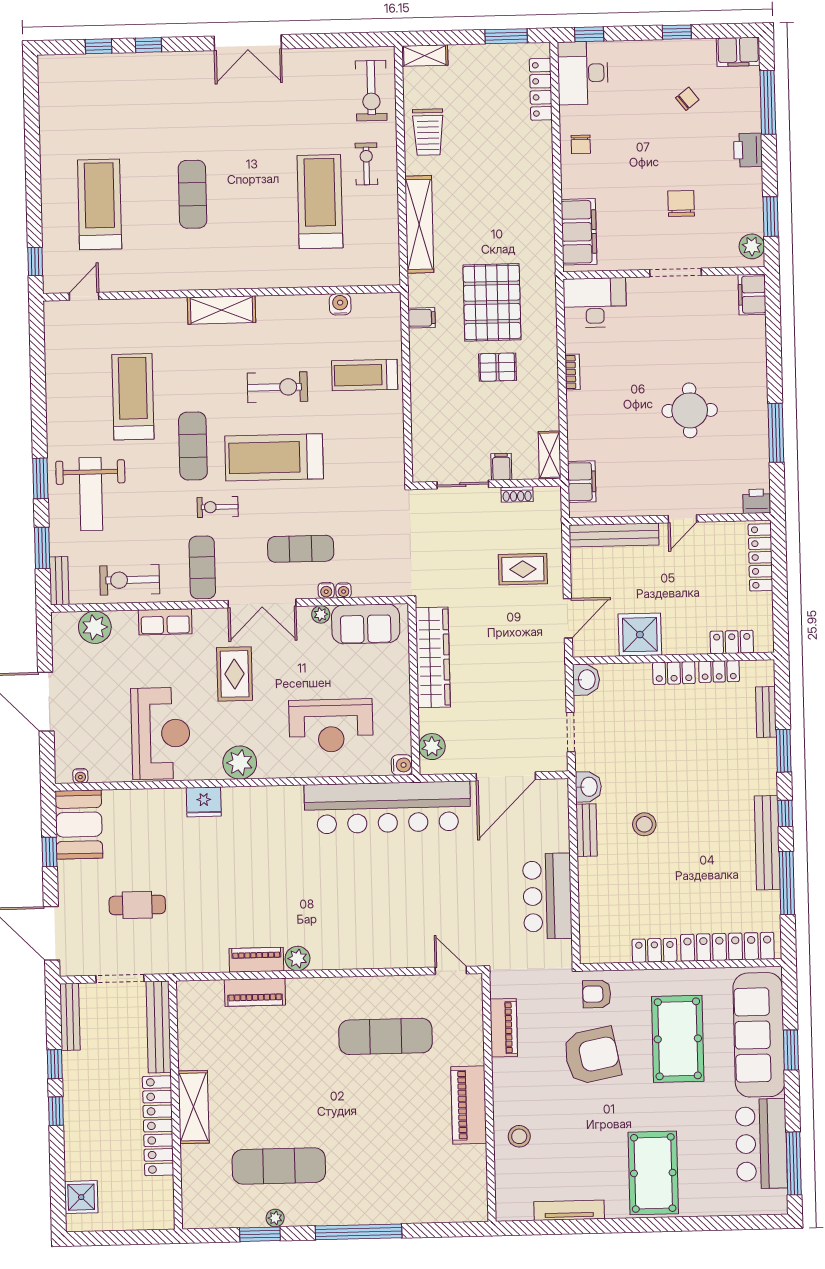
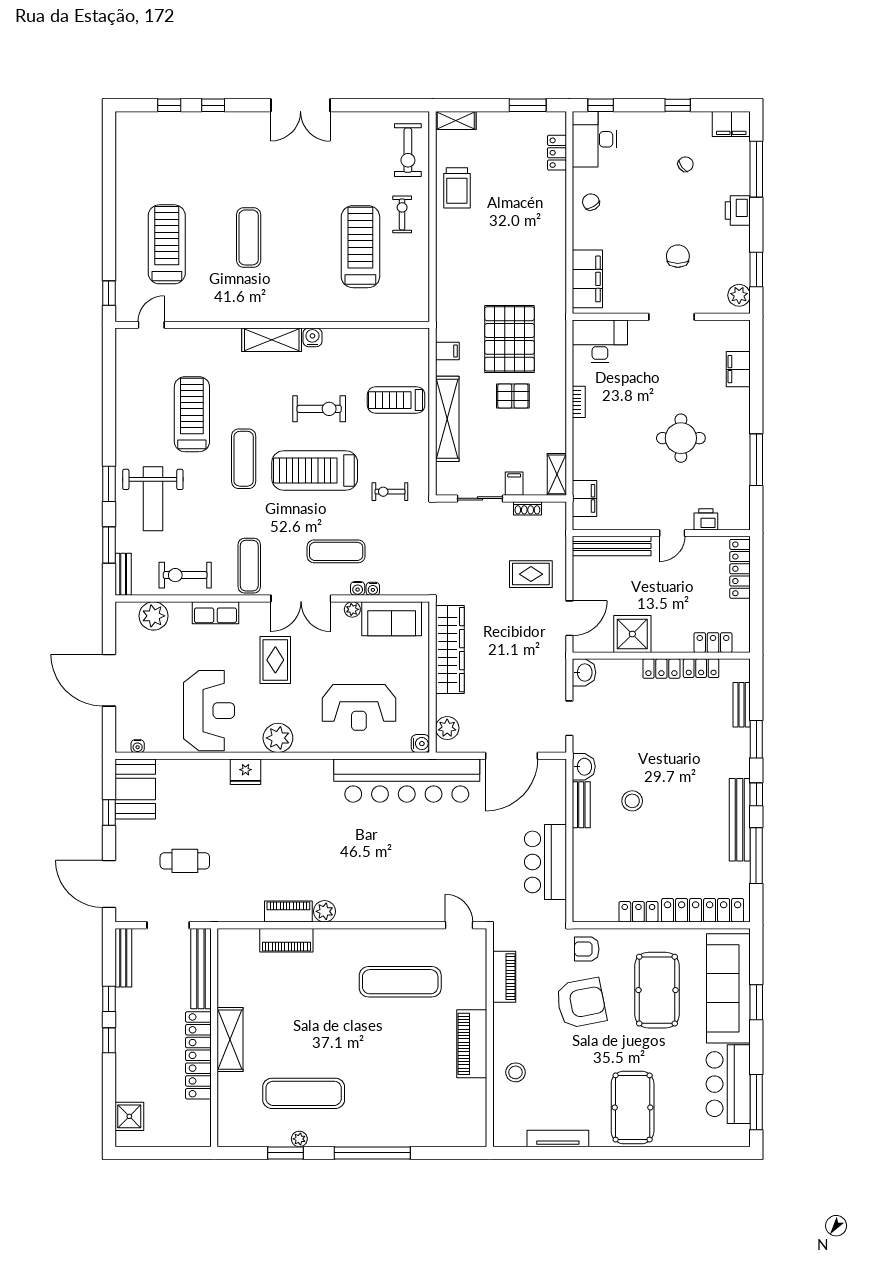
locker: (541, 89) -> (557, 153), width x0.66
chair: (581, 144) -> (591, 202), turned 150
shelving: (419, 224) -> (447, 419), moved
filing cabinet: (752, 294) -> (738, 369), moved
water cooler: (340, 304) -> (312, 337), moved
printer: (756, 501) -> (706, 519), moved
exercise bike: (218, 507) -> (390, 492), moved

